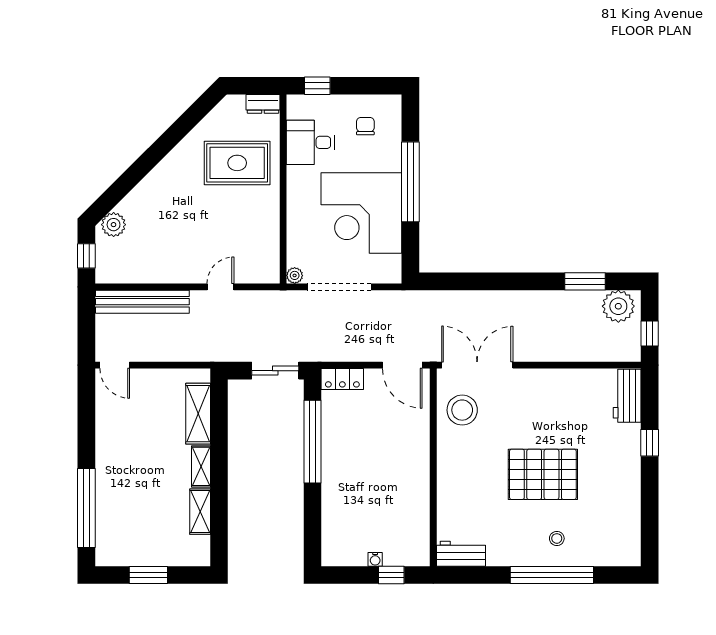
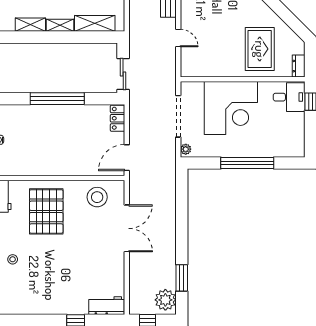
chair: (365, 126) -> (284, 133), removed
desk: (310, 142) -> (289, 97), moved, turned 90
corner desk: (361, 213) -> (231, 108), moved, turned 180
plant: (295, 275) -> (186, 149), moved
double door: (477, 365) -> (127, 228), moved
window: (313, 442) -> (57, 99), moved
pallet: (543, 474) -> (46, 211), moved

